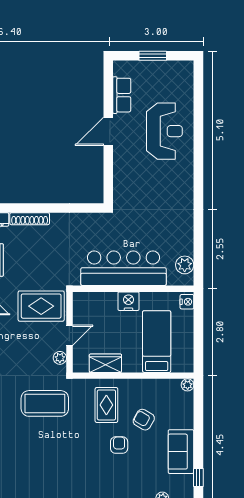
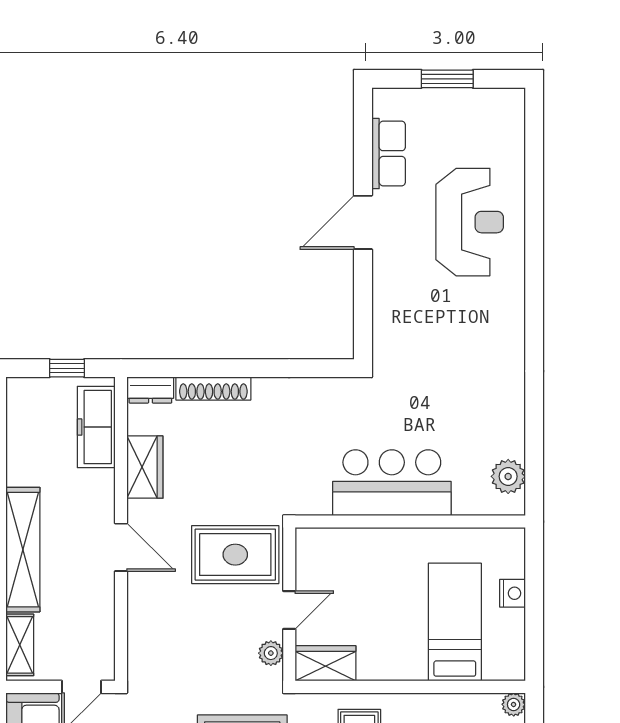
bar counter: (123, 268) -> (392, 483), width x0.73
nightstand: (128, 301) -> (401, 545), removed
nightstand: (187, 302) -> (512, 593), moved
wardrobe: (105, 363) -> (325, 663), moved

